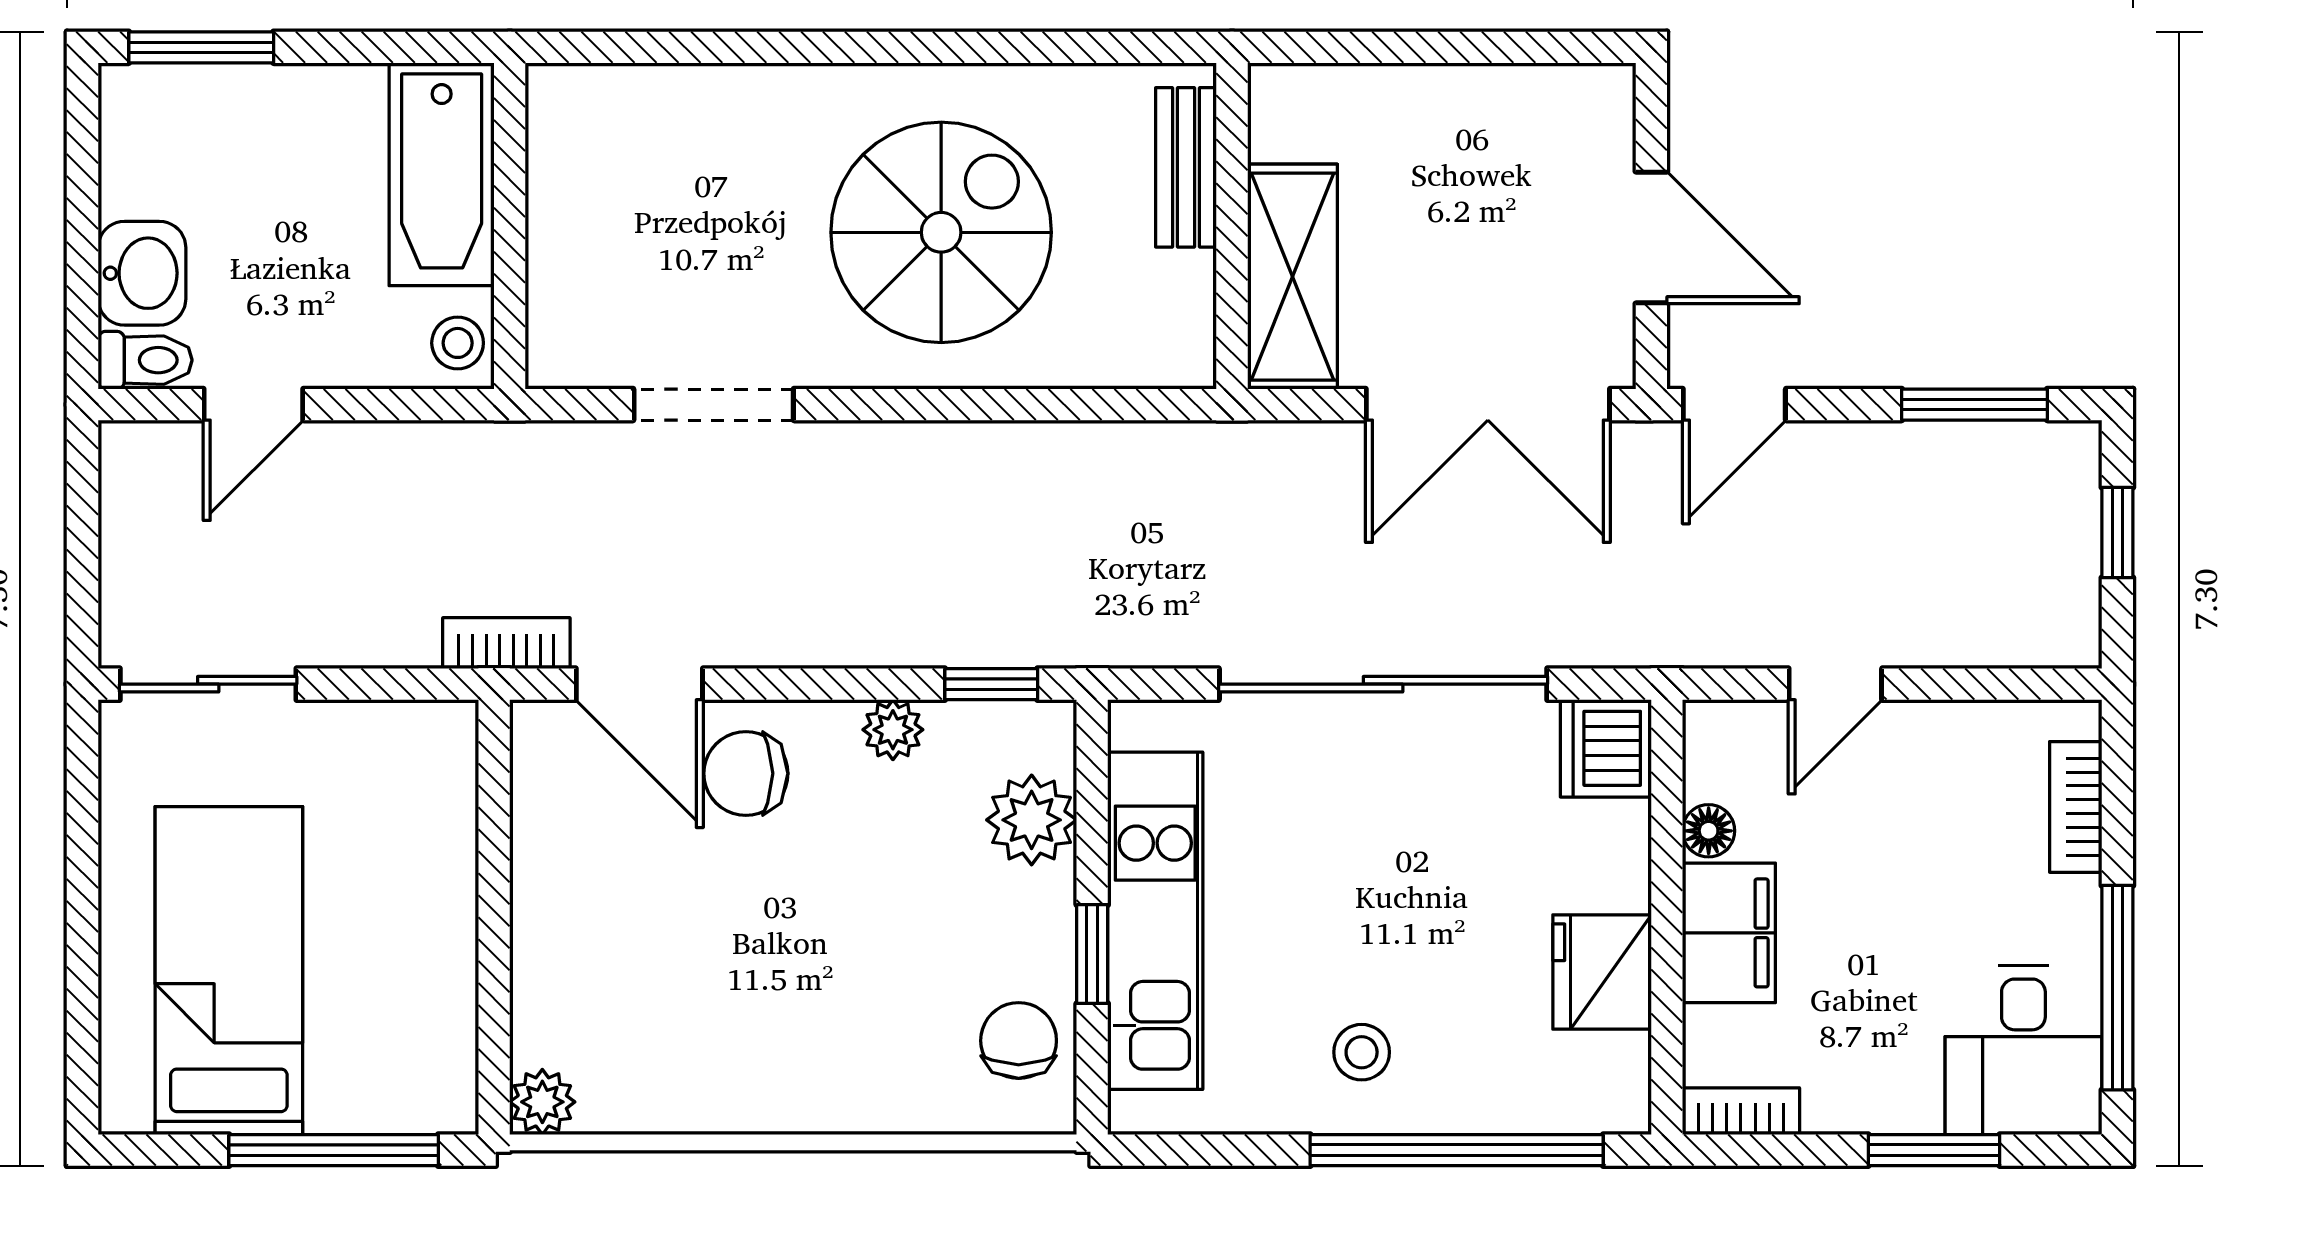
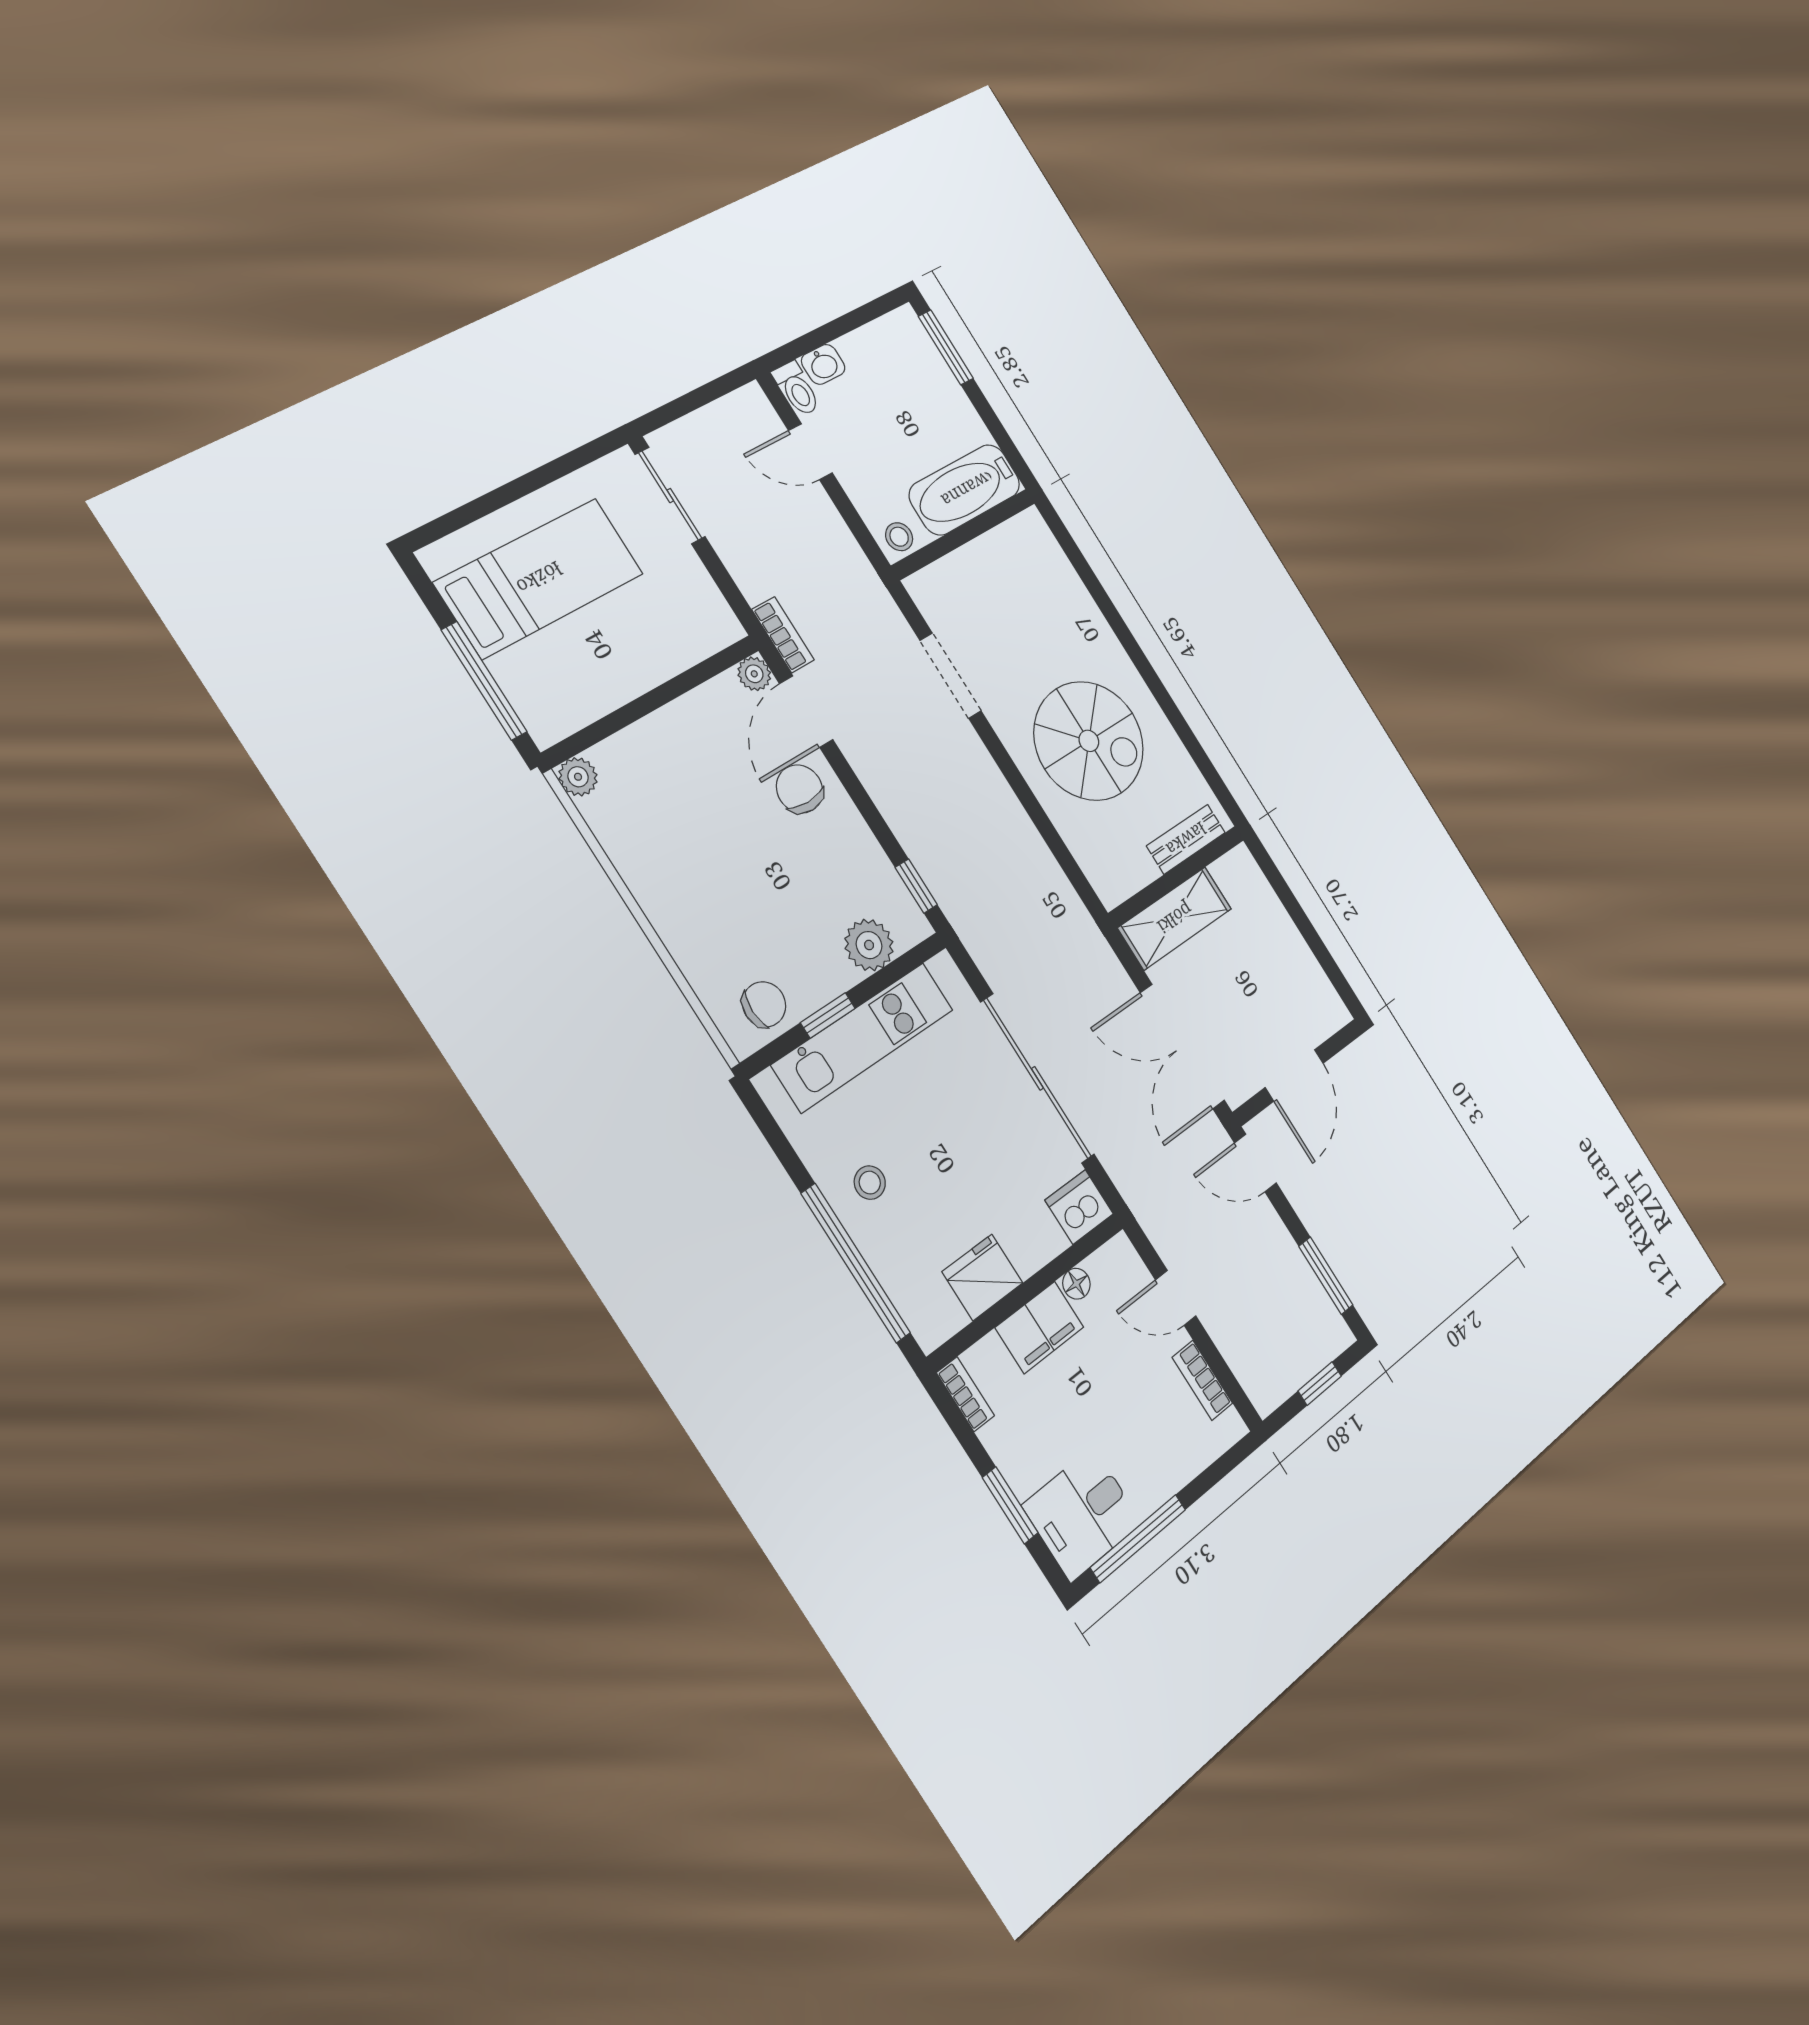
washbasin: (142, 273) -> (823, 364), width x0.72, depth x0.69
plant: (893, 730) -> (754, 674), moved
bookcase: (2076, 807) -> (1202, 1380), moved, turned -90

